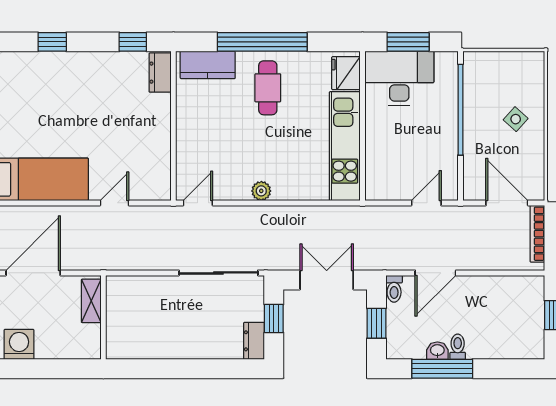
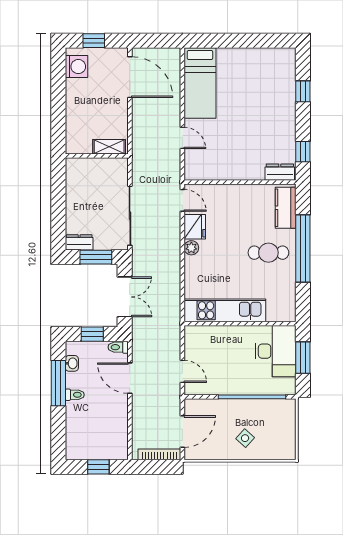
fridge: (346, 73) -> (195, 227), moved, turned 90
shelving: (91, 301) -> (109, 147), moved
wall: (103, 317) -> (97, 156), moved
window: (274, 318) -> (96, 257), width x1.50
washbasin: (437, 351) -> (72, 363), moved

